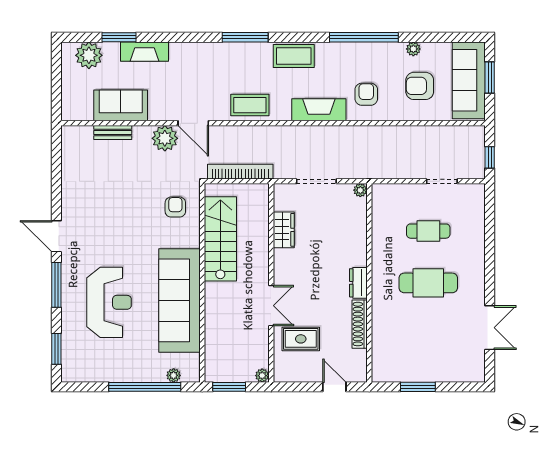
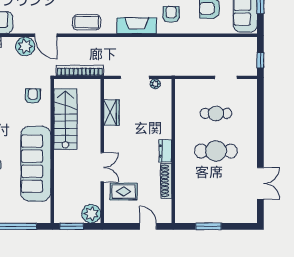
plant: (360, 190) -> (155, 84), moved
plant: (174, 375) -> (31, 218), removed
plant: (262, 376) -> (91, 214), width x1.87, depth x1.87

